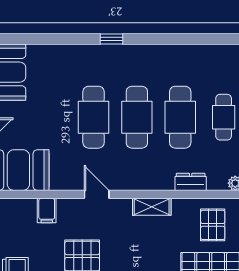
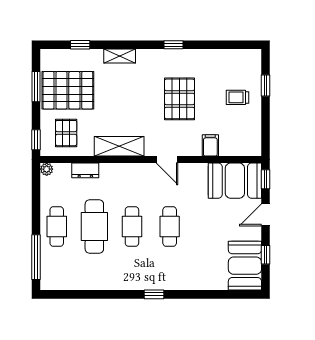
cafe table: (94, 117) -> (170, 227), width x0.73, depth x0.74
cafe table: (137, 117) -> (132, 227), width x0.73, depth x0.74
shelving: (152, 207) -> (119, 146), width x1.50, depth x1.33

